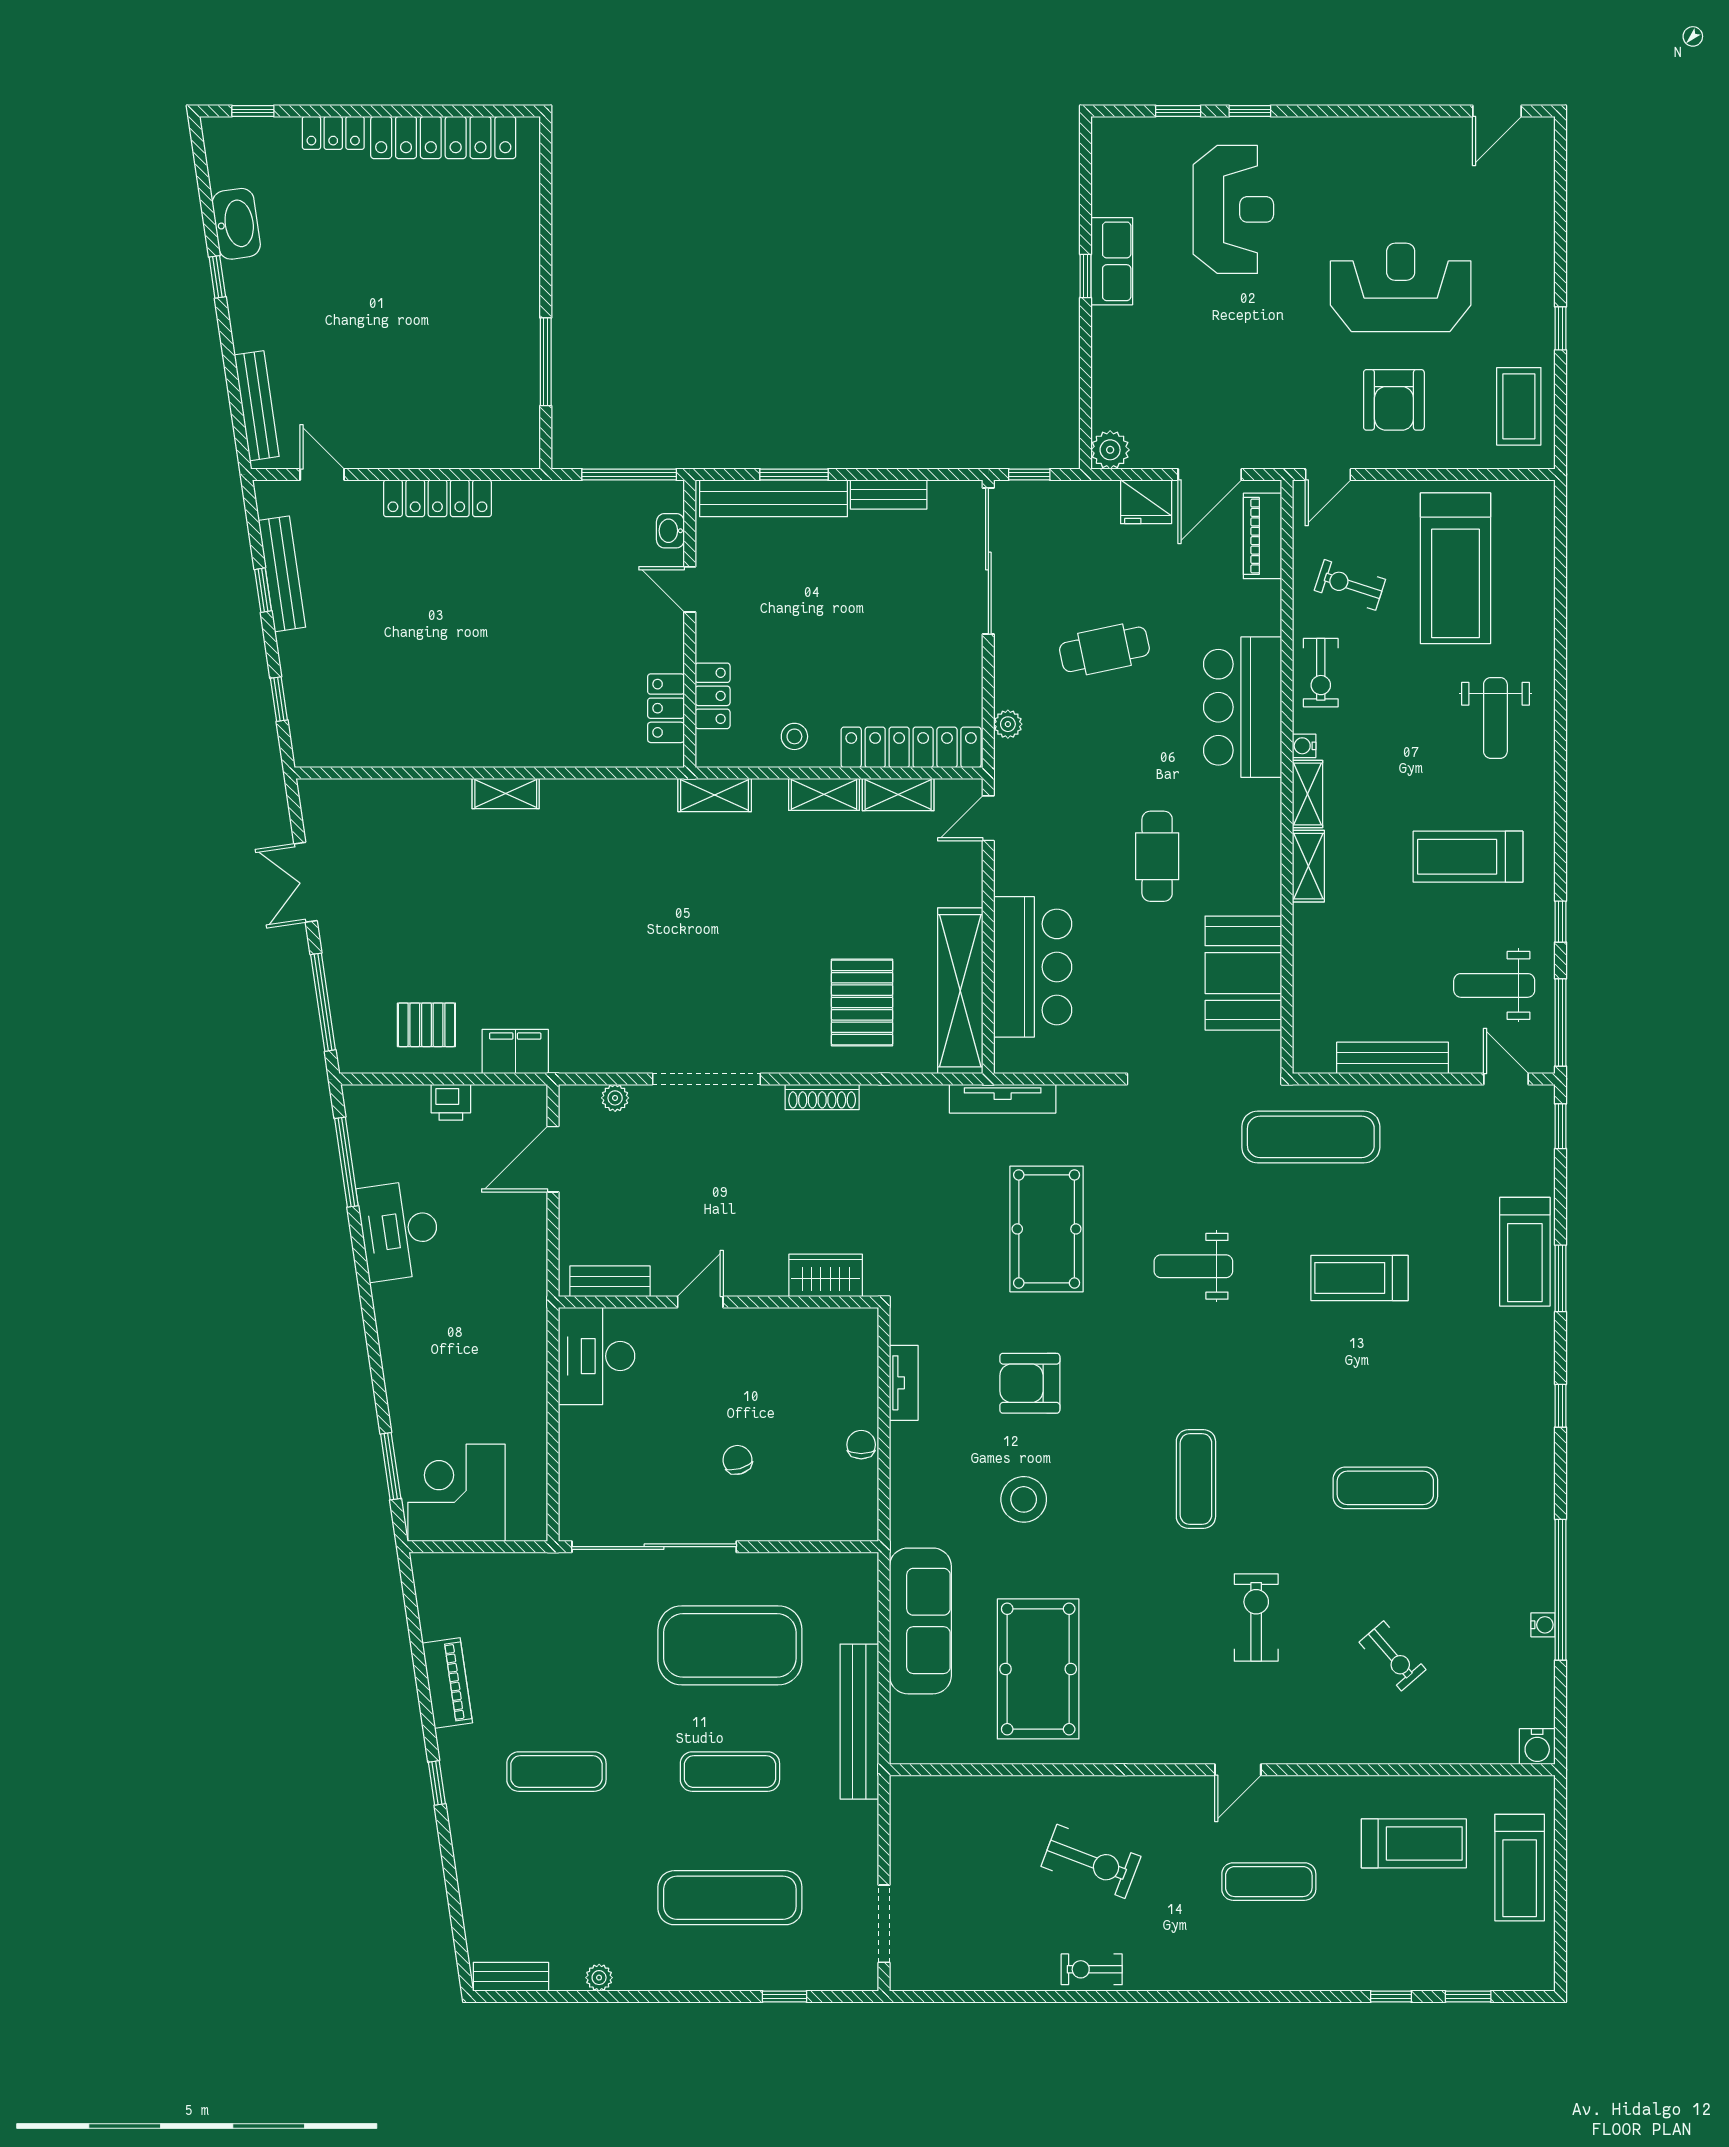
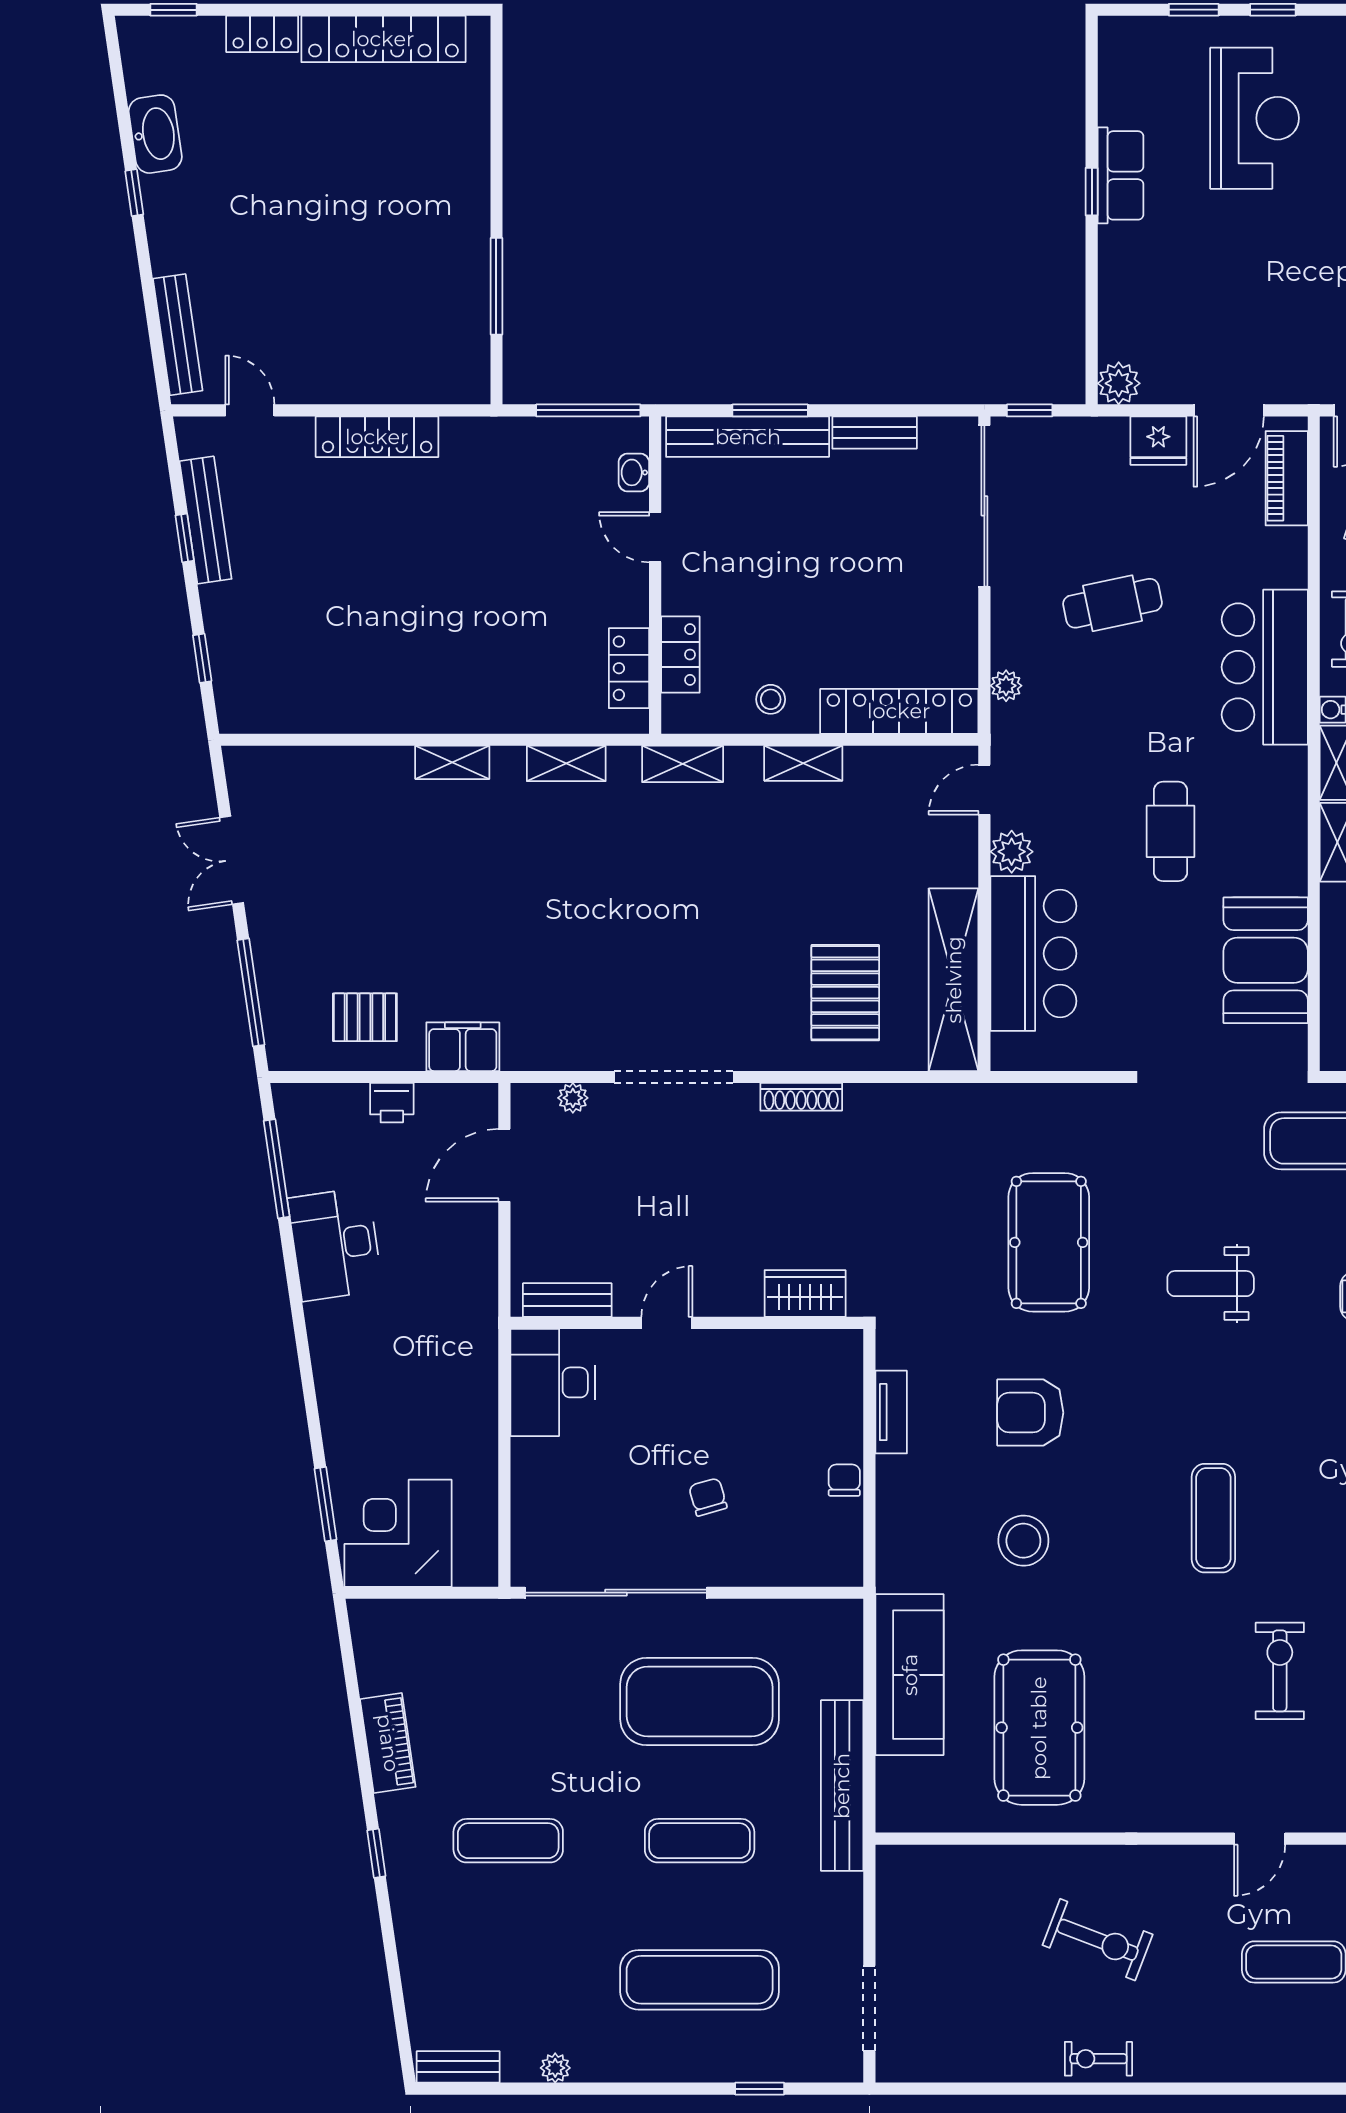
shelving: (898, 795) -> (566, 763), moved
plant: (1013, 875) -> (1012, 852), added
tv unit: (1003, 1099) -> (1000, 1099), removed

